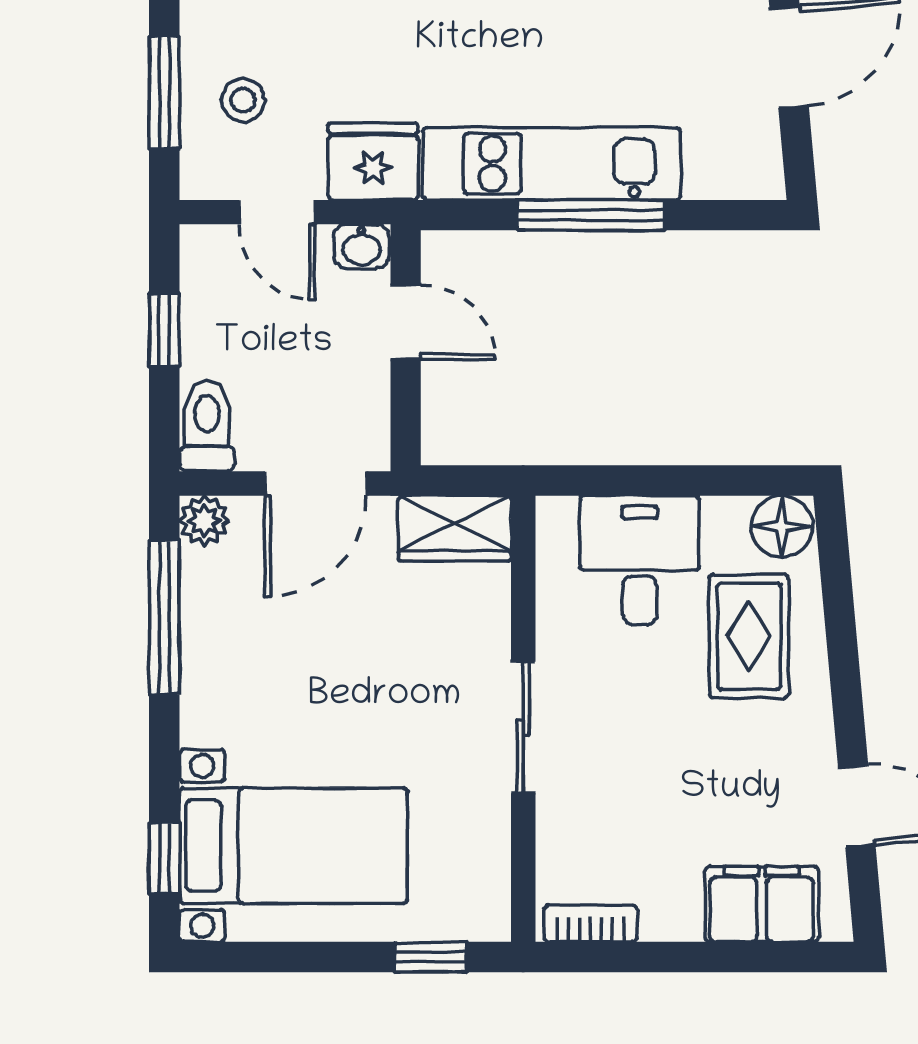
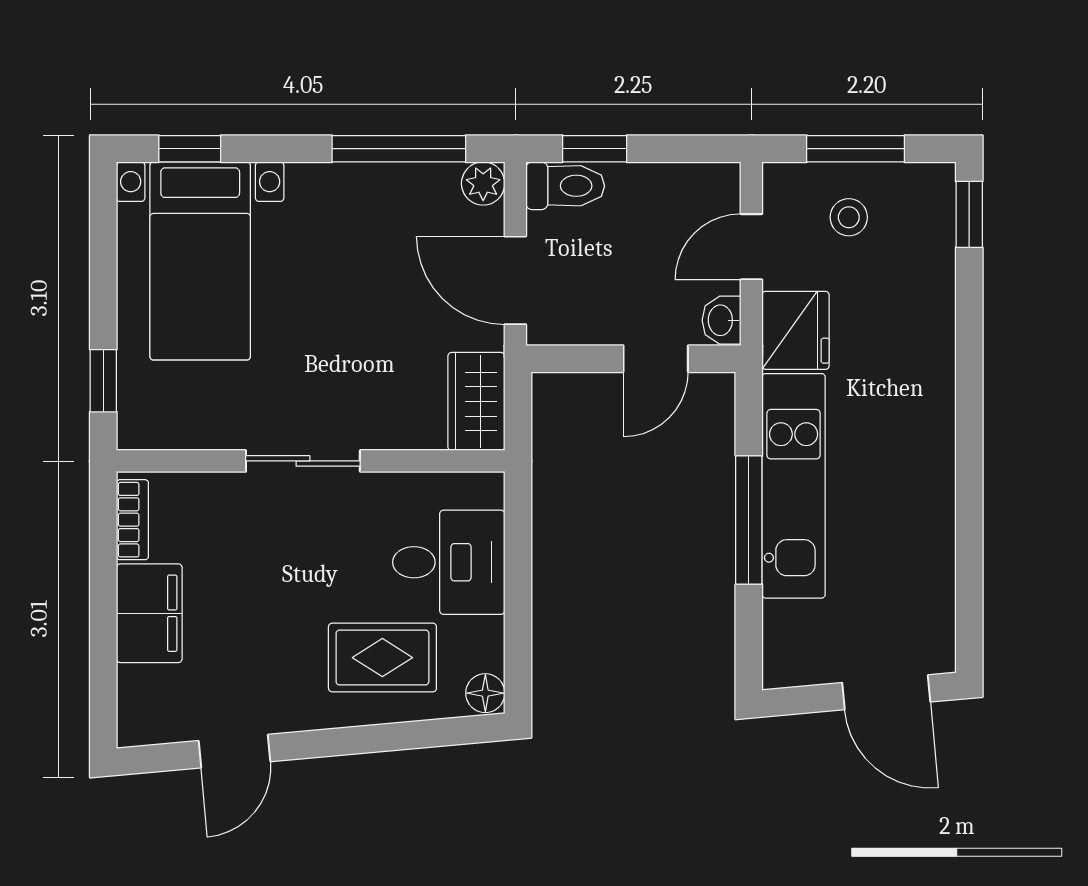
window: (164, 330) -> (595, 149), moved
floor lamp: (782, 526) -> (485, 693), width x0.73, depth x0.73
filing cabinet: (762, 904) -> (149, 613), moved

